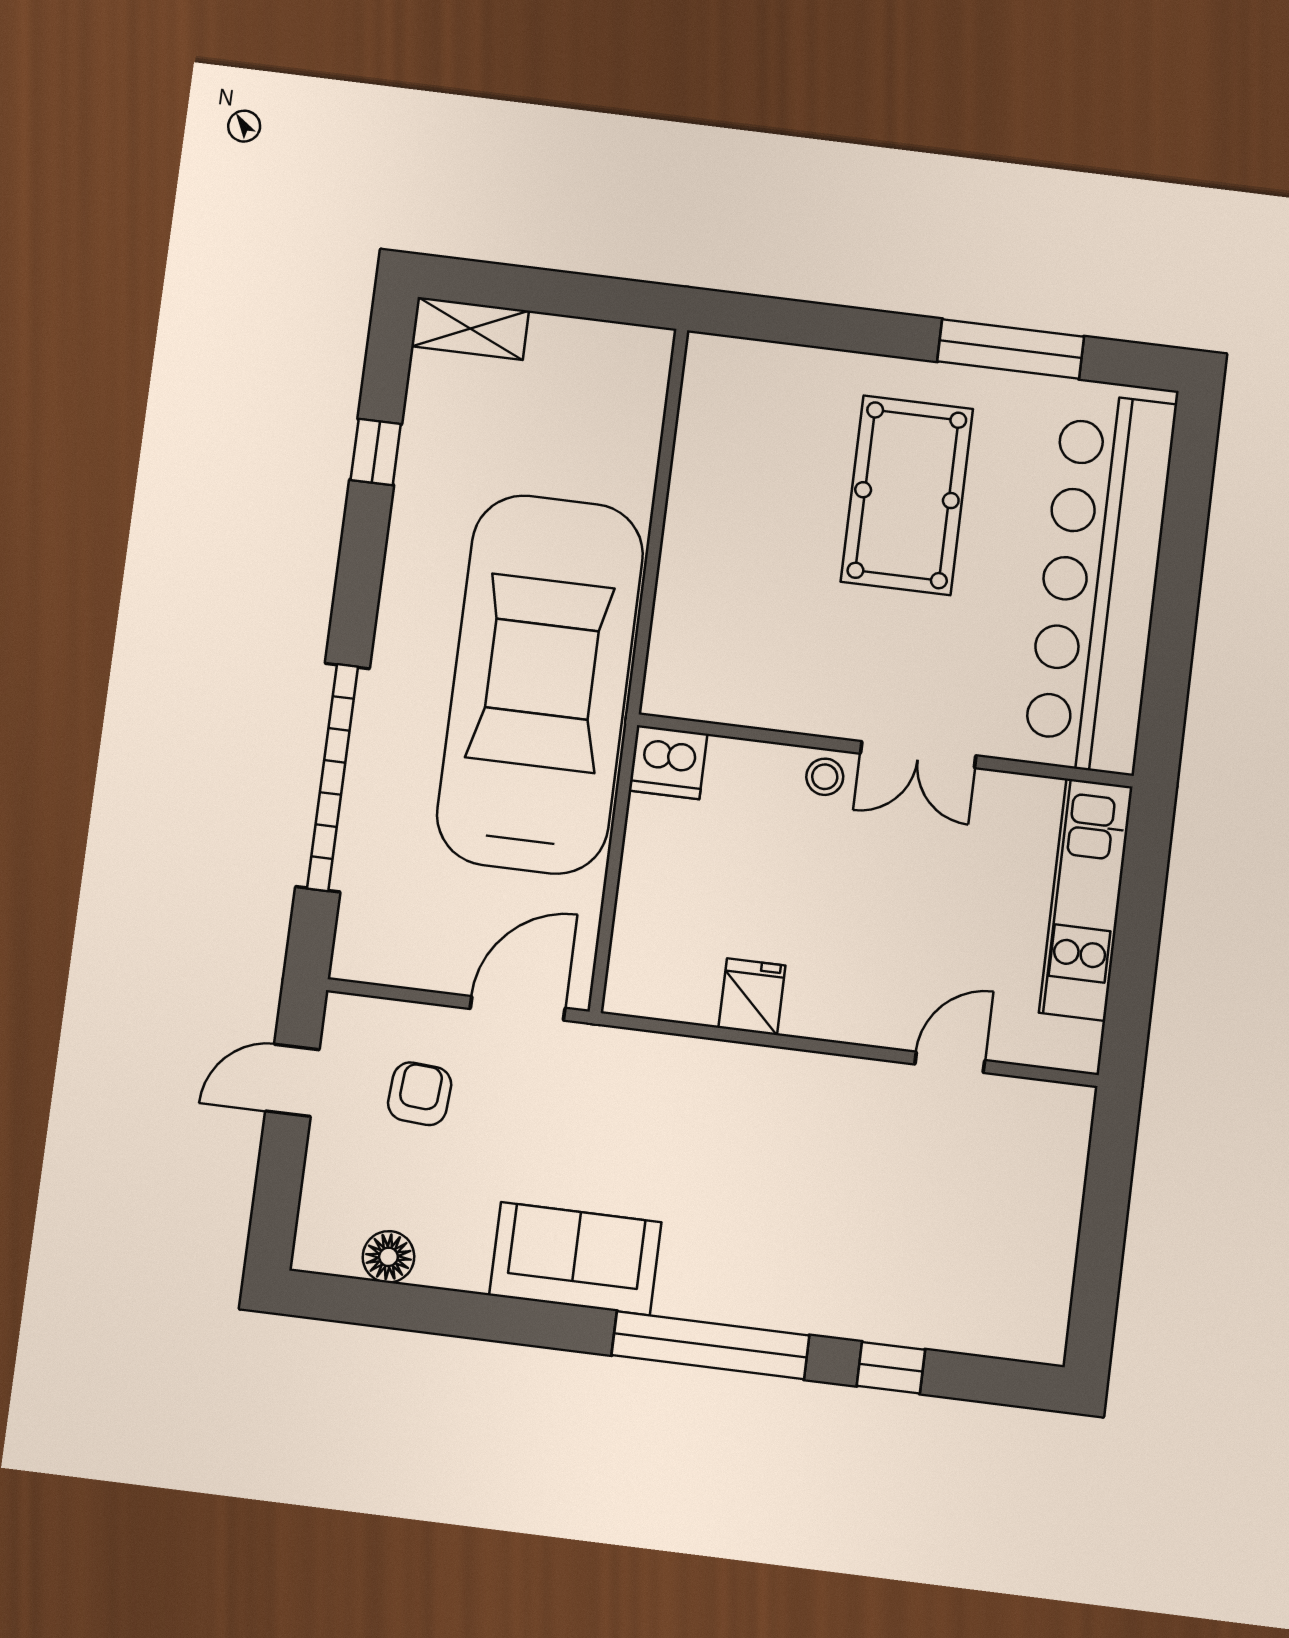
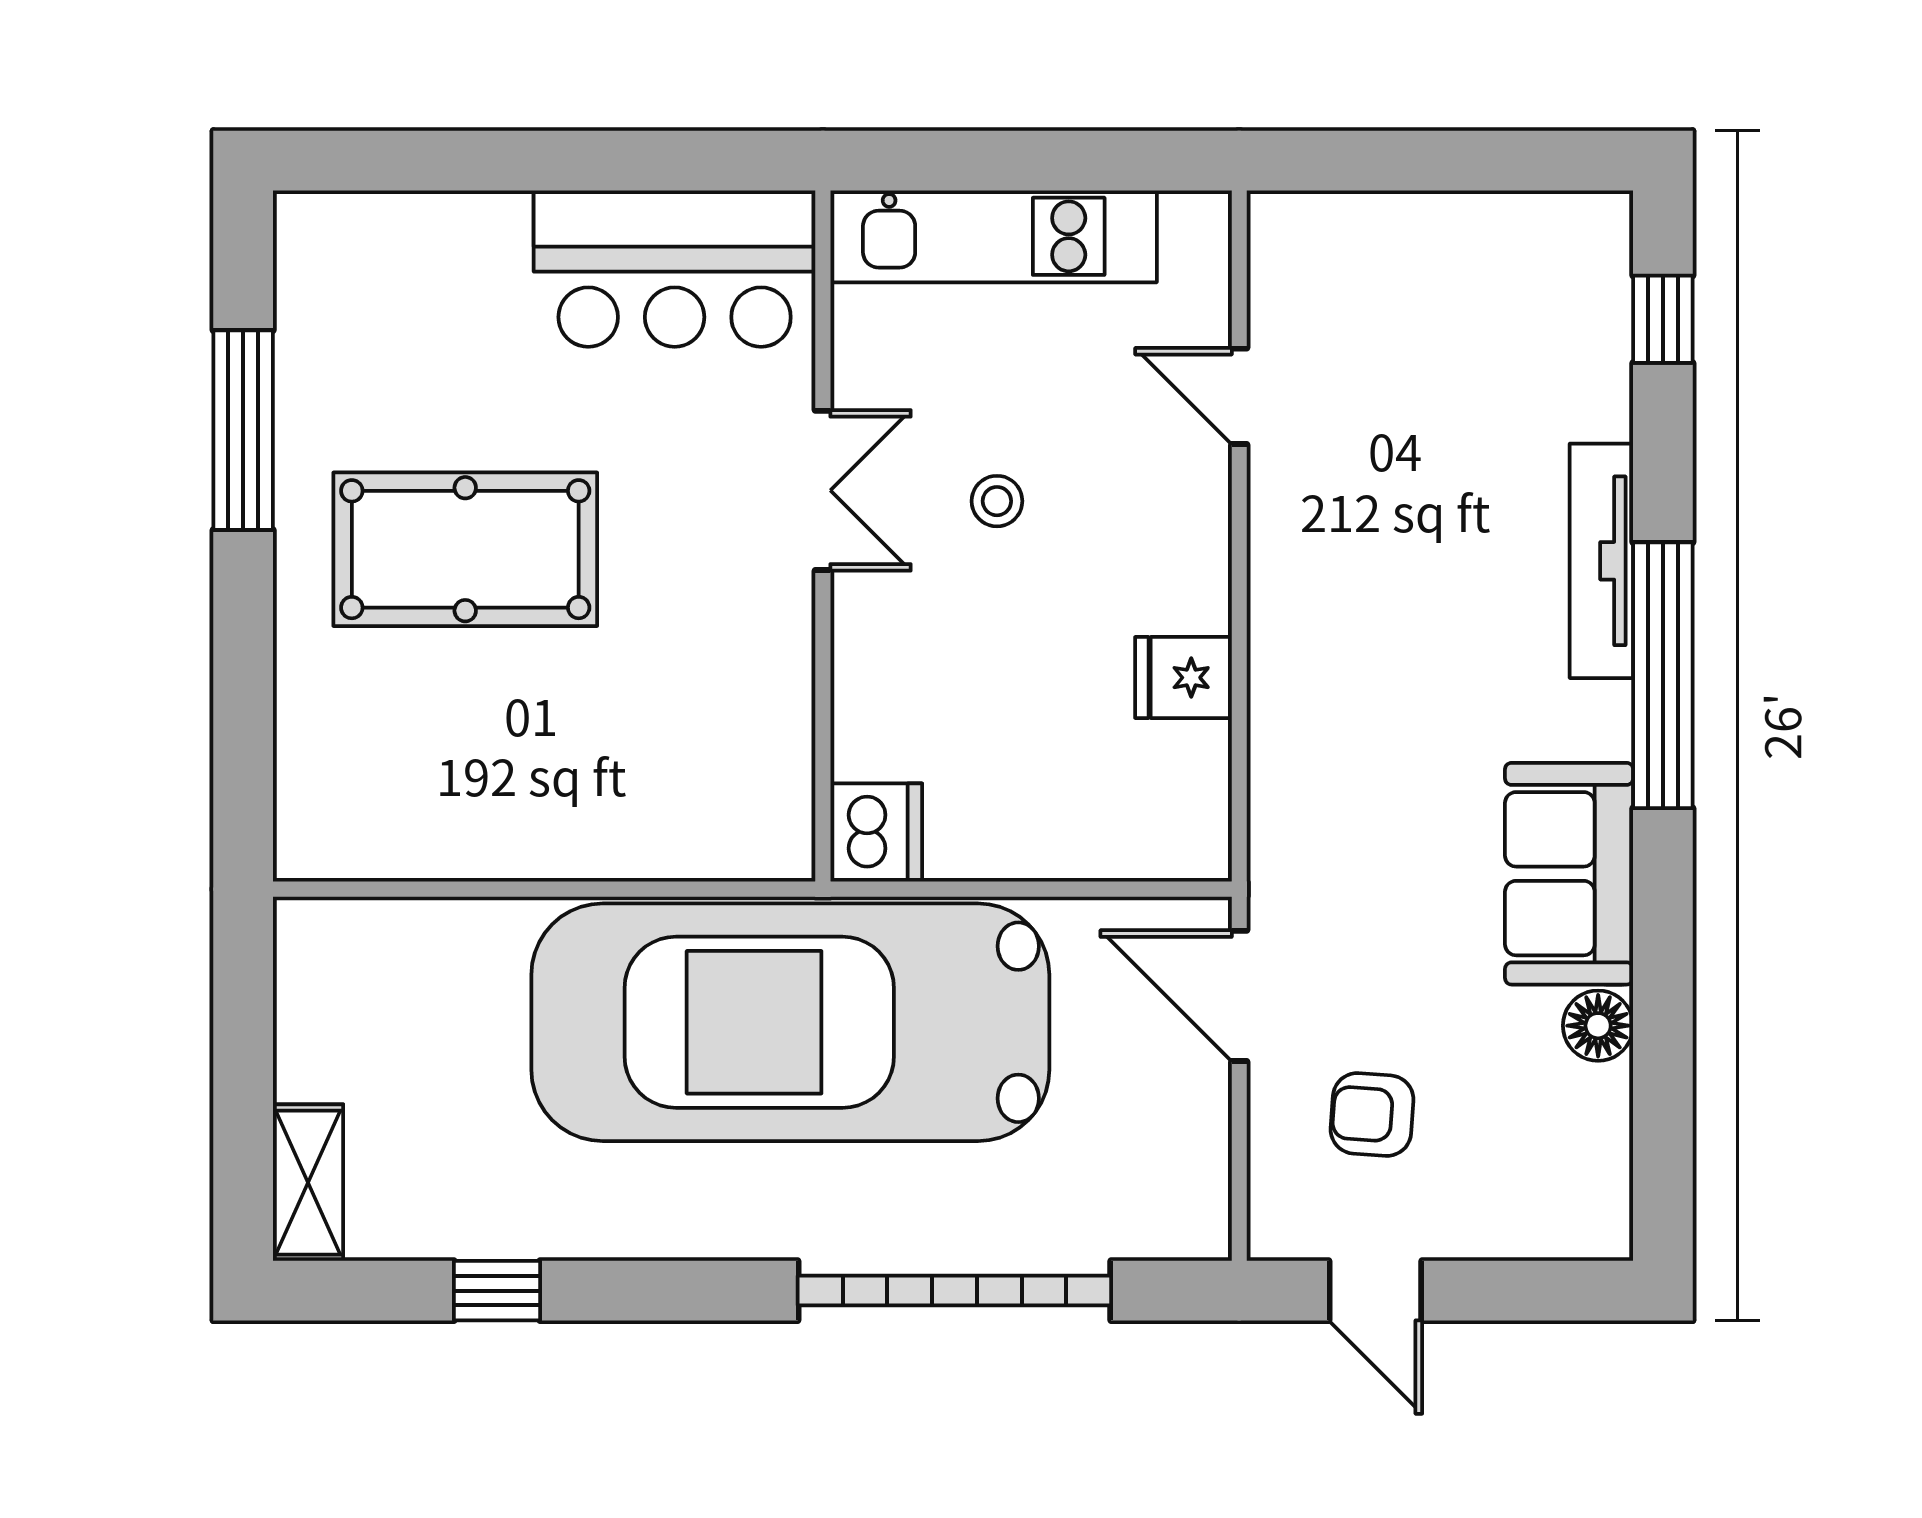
bar counter: (1100, 583) -> (675, 269), width x0.54
stool: (825, 777) -> (997, 501), moved
floor lamp: (388, 1257) -> (1598, 1026), moved
tv unit: (799, 1311) -> (1601, 561), added
window: (891, 1368) -> (1663, 319), moved

